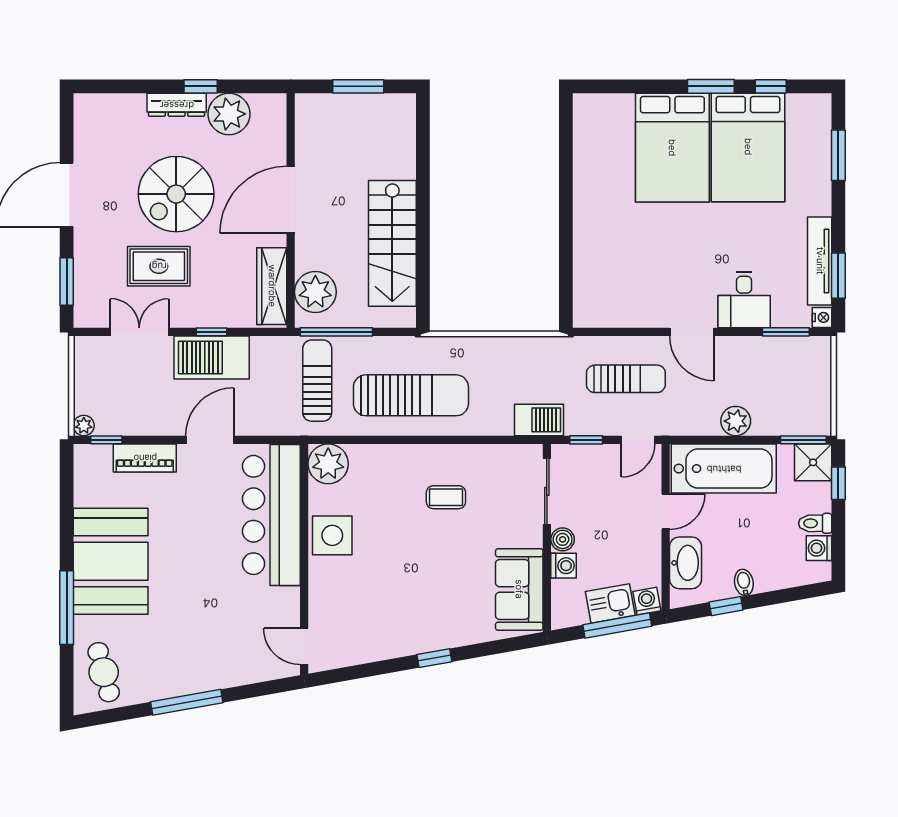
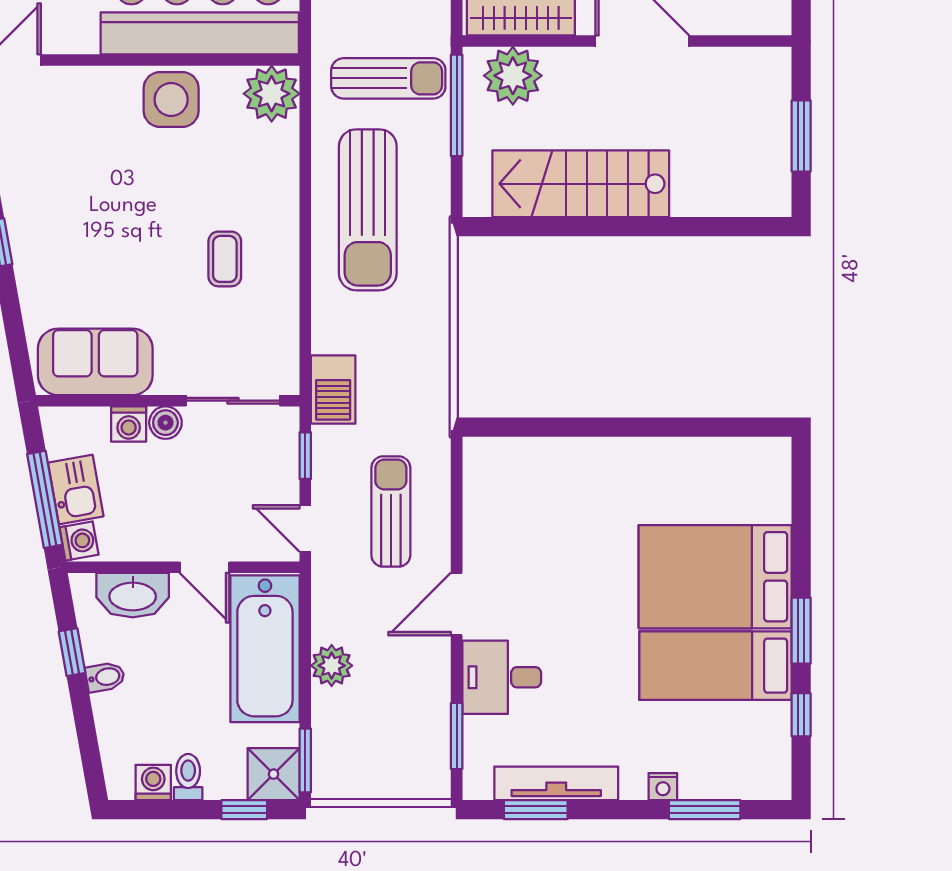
bed: (748, 147) -> (715, 666), width x0.67
nightstand: (822, 317) -> (663, 787), moved
sun lounger: (626, 379) -> (391, 511), turned 180

